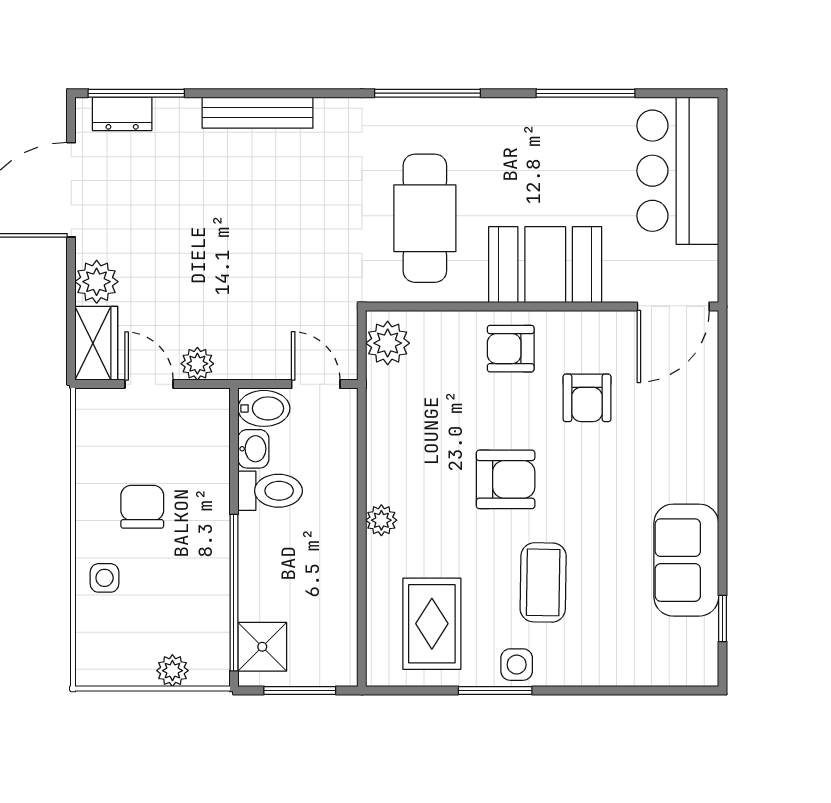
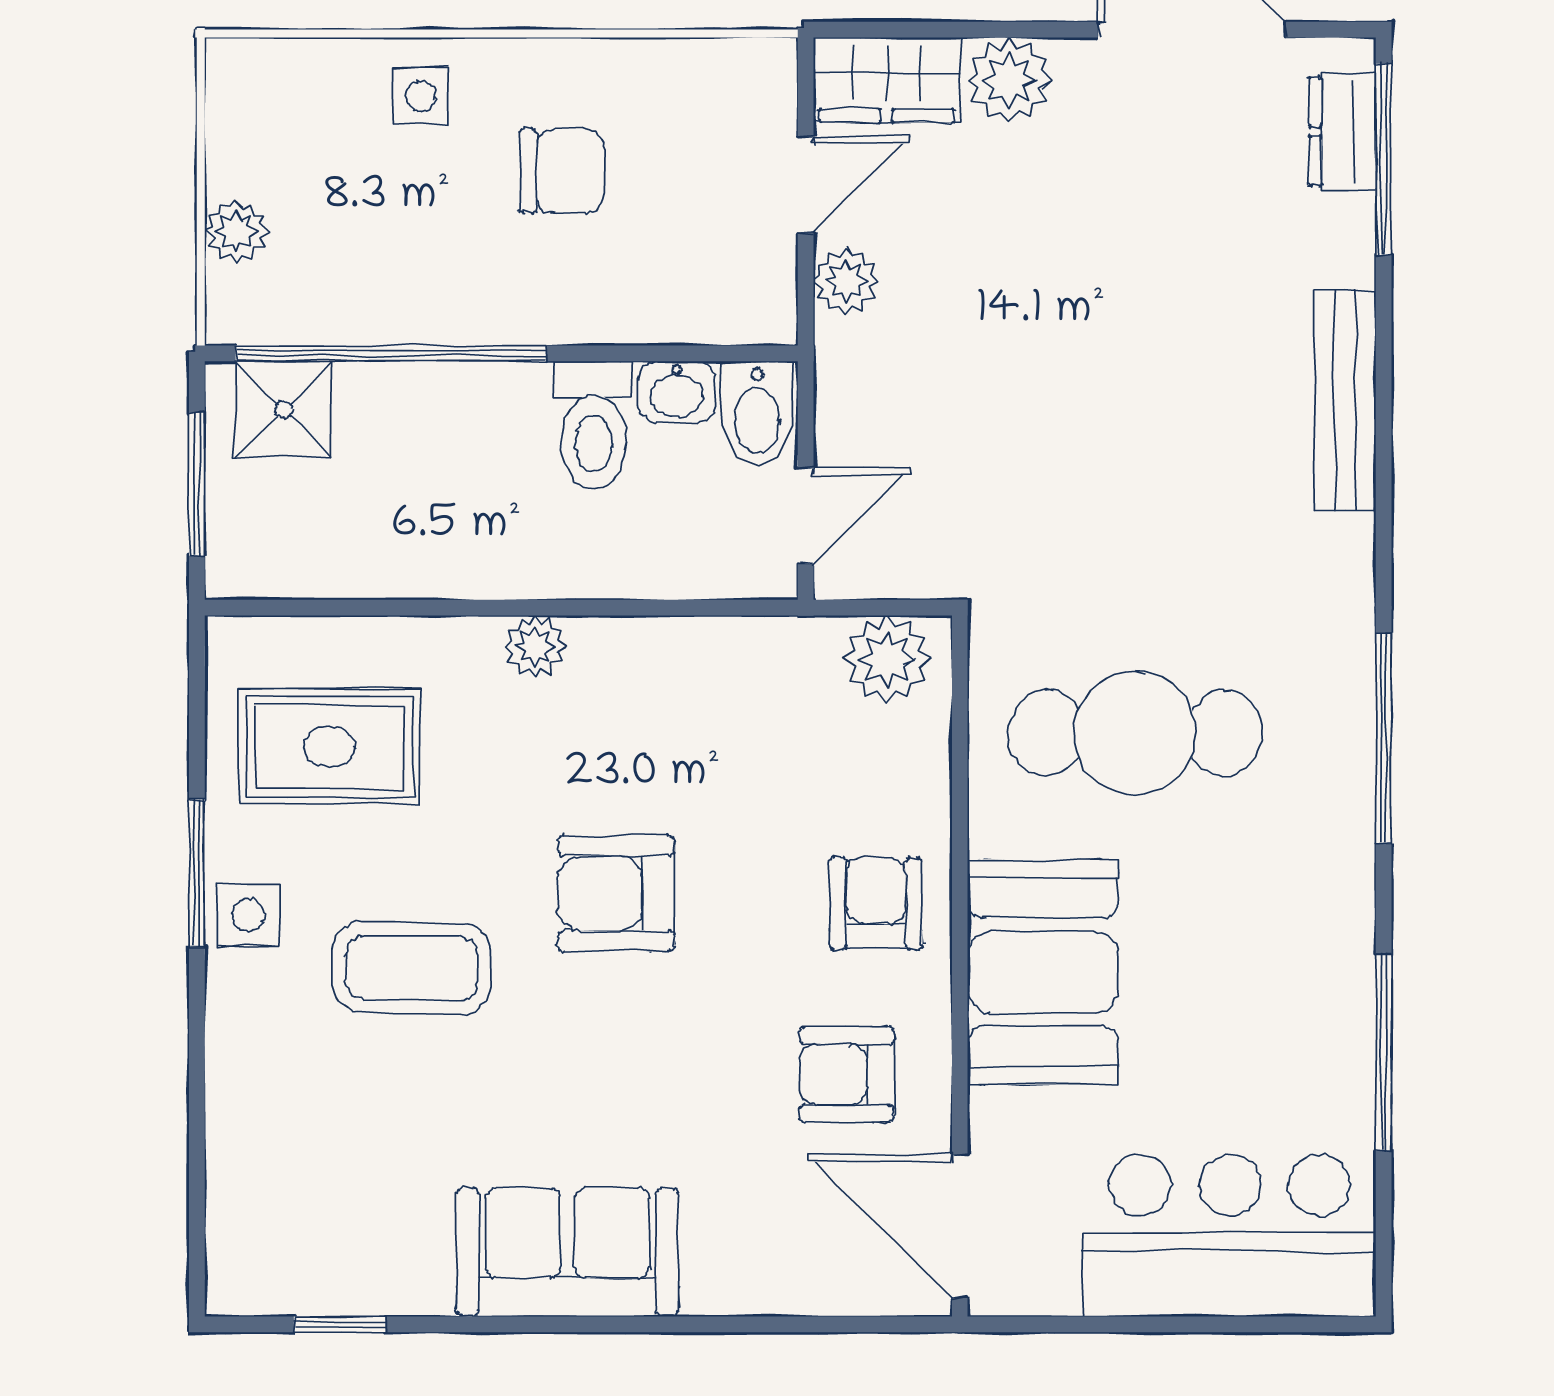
armchair: (587, 398) -> (847, 1075), moved
armchair: (506, 479) -> (616, 893), turned 90
sofa: (686, 560) -> (567, 1252), moved

